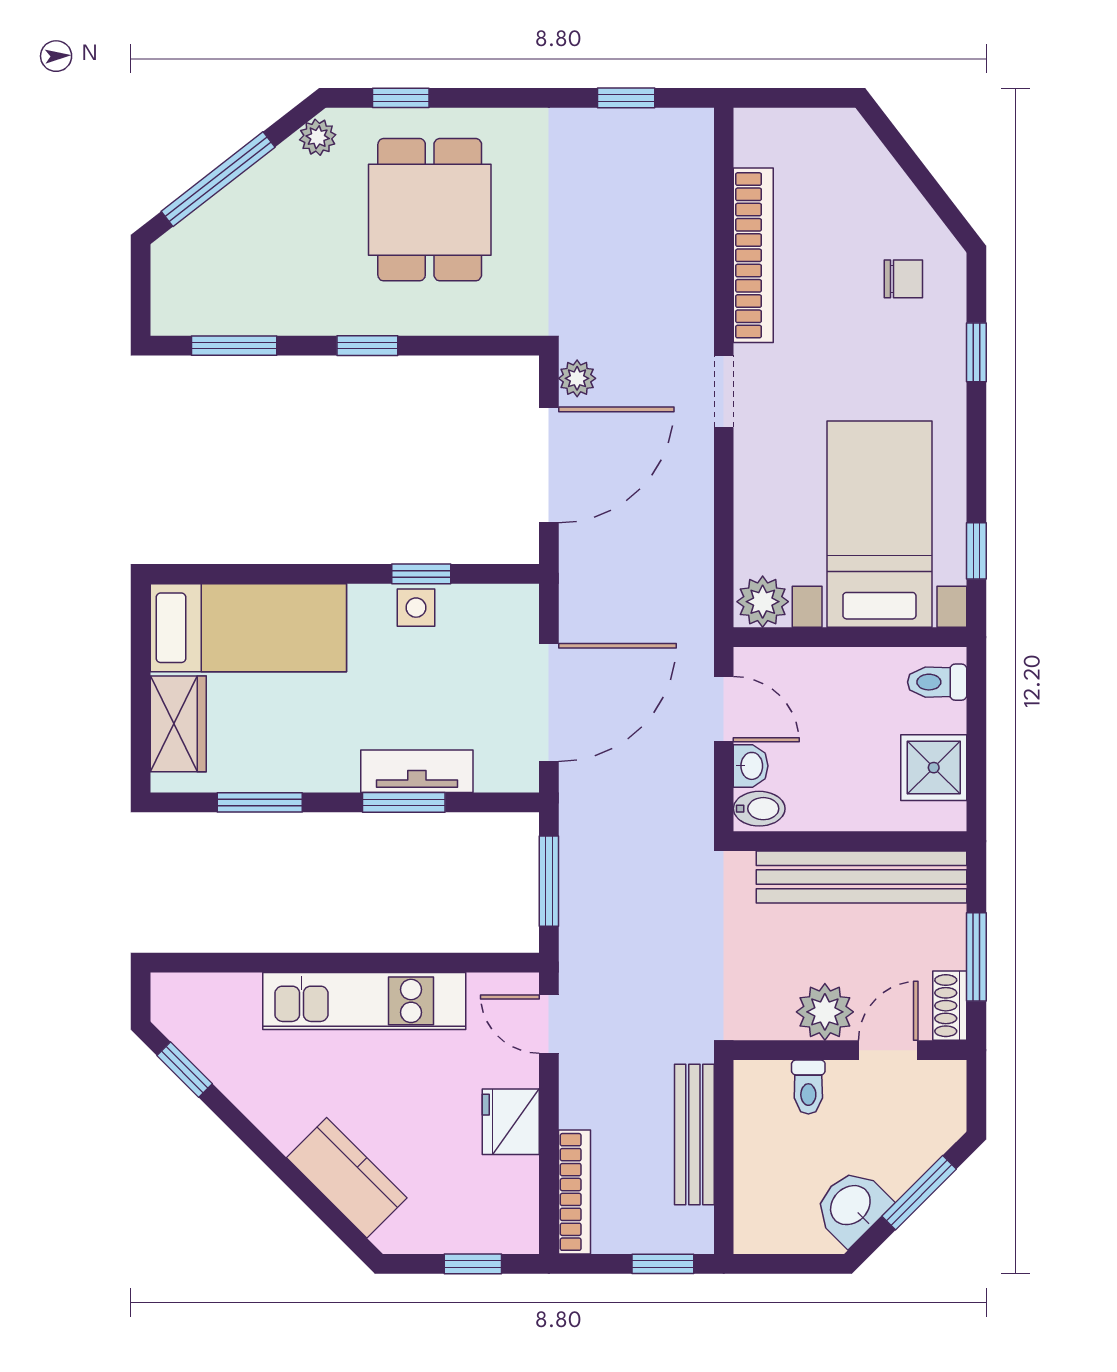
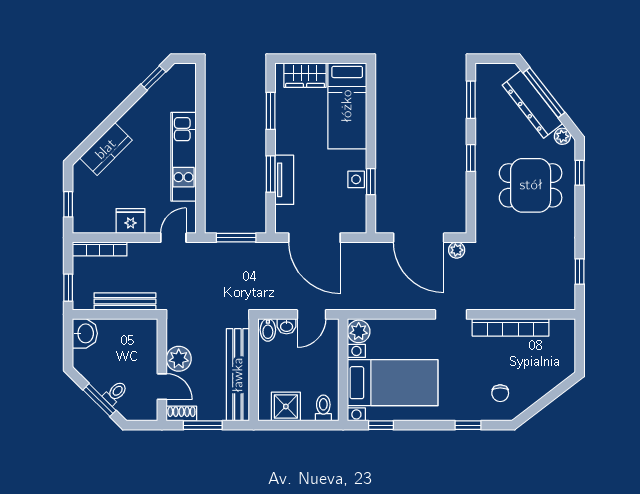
dresser: (245, 206) -> (532, 104), added
toilet: (808, 1087) -> (115, 393), moved, turned 135
washbasin: (852, 1206) -> (85, 333), moved, turned 45

